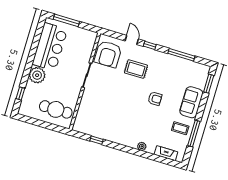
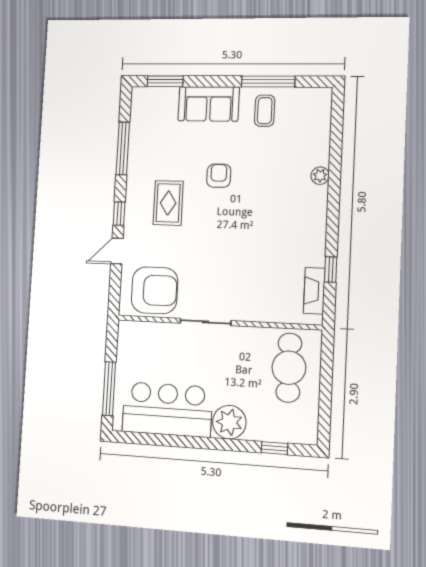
rug: (136, 69) -> (168, 203), moved
fireplace: (166, 153) -> (314, 291), moved

